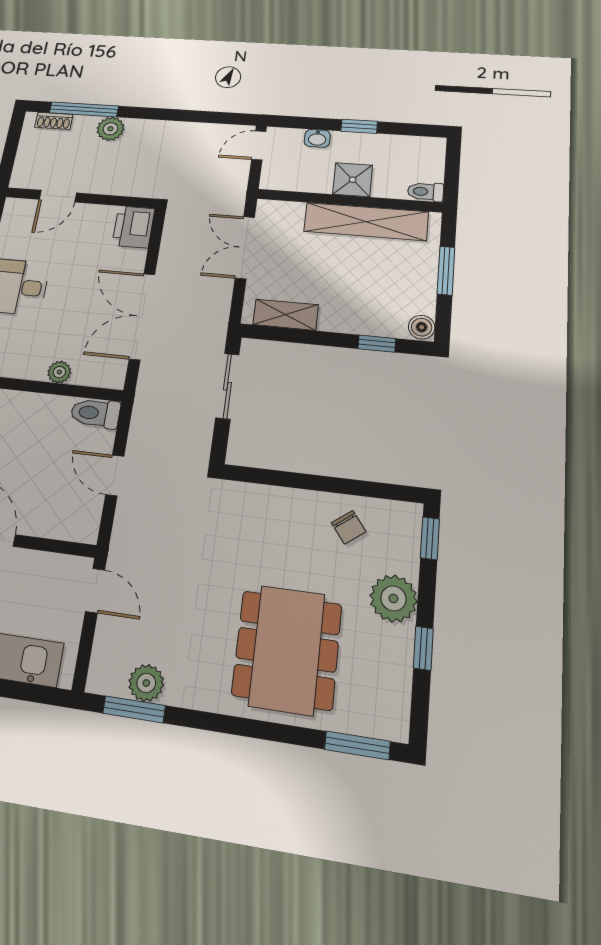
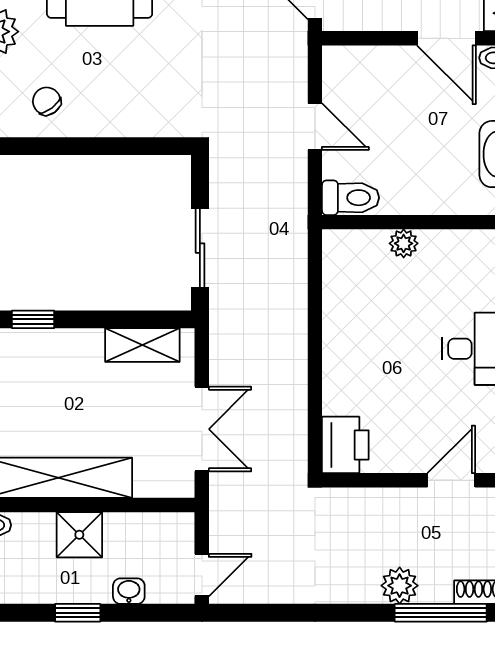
double door: (142, 316) -> (315, 325), removed

